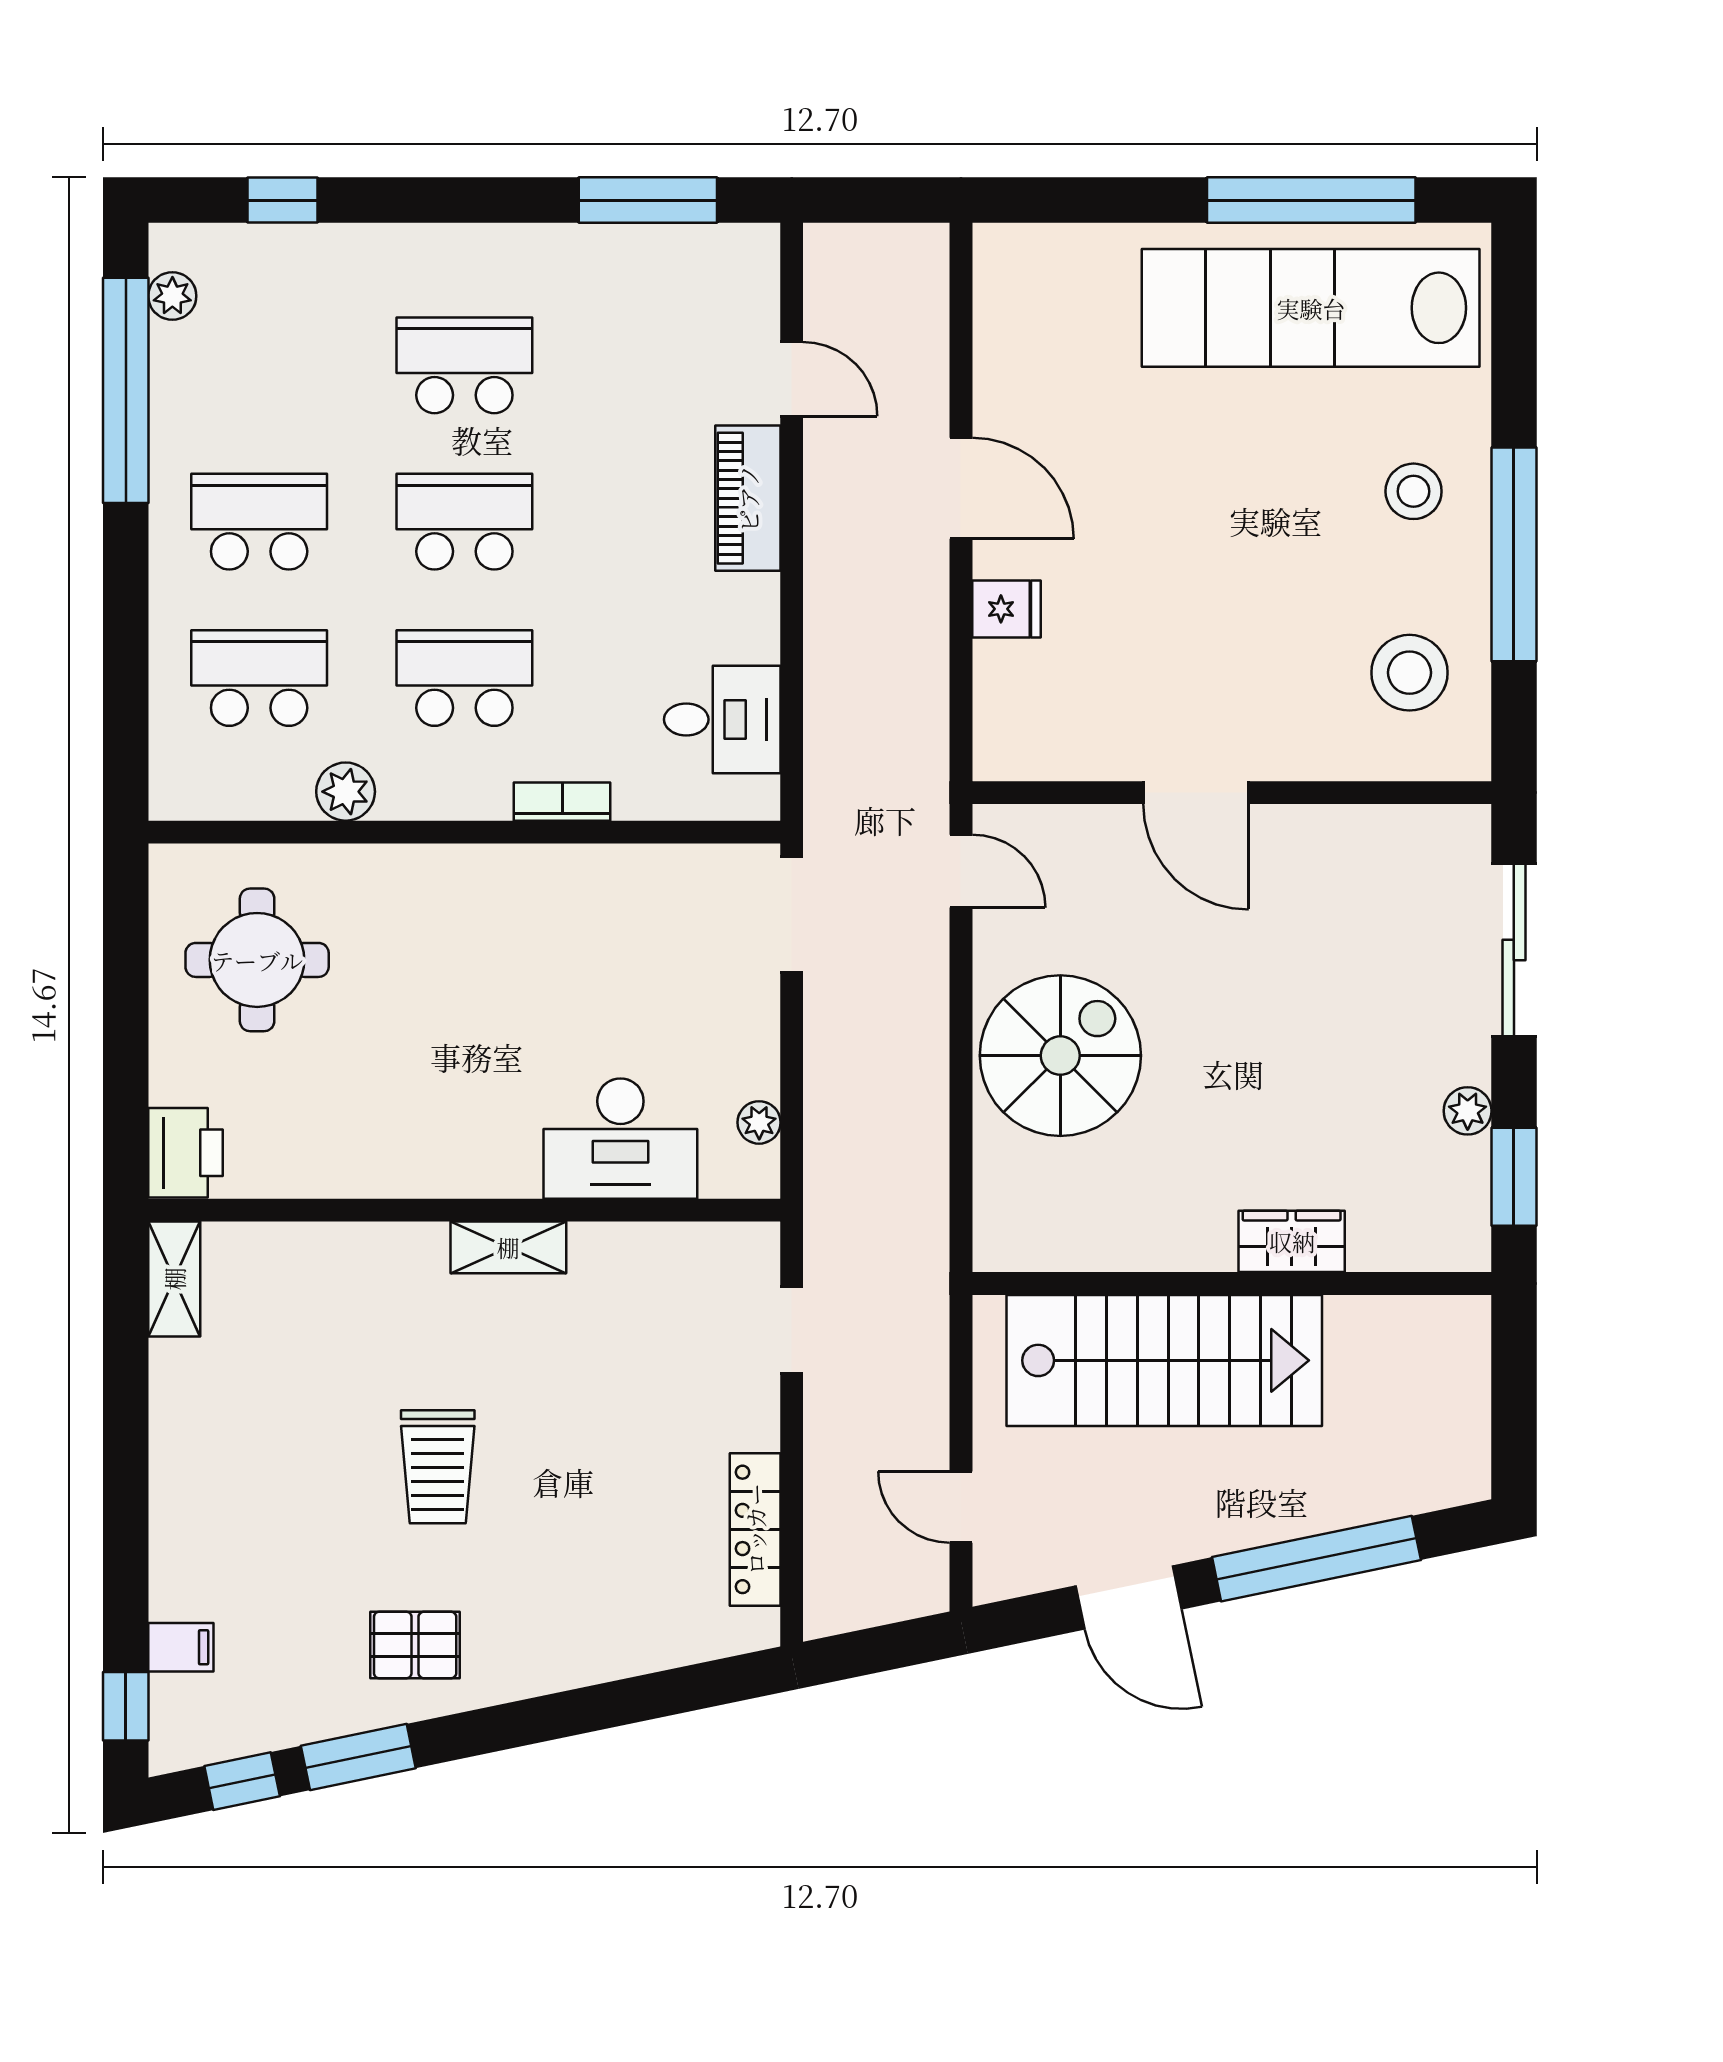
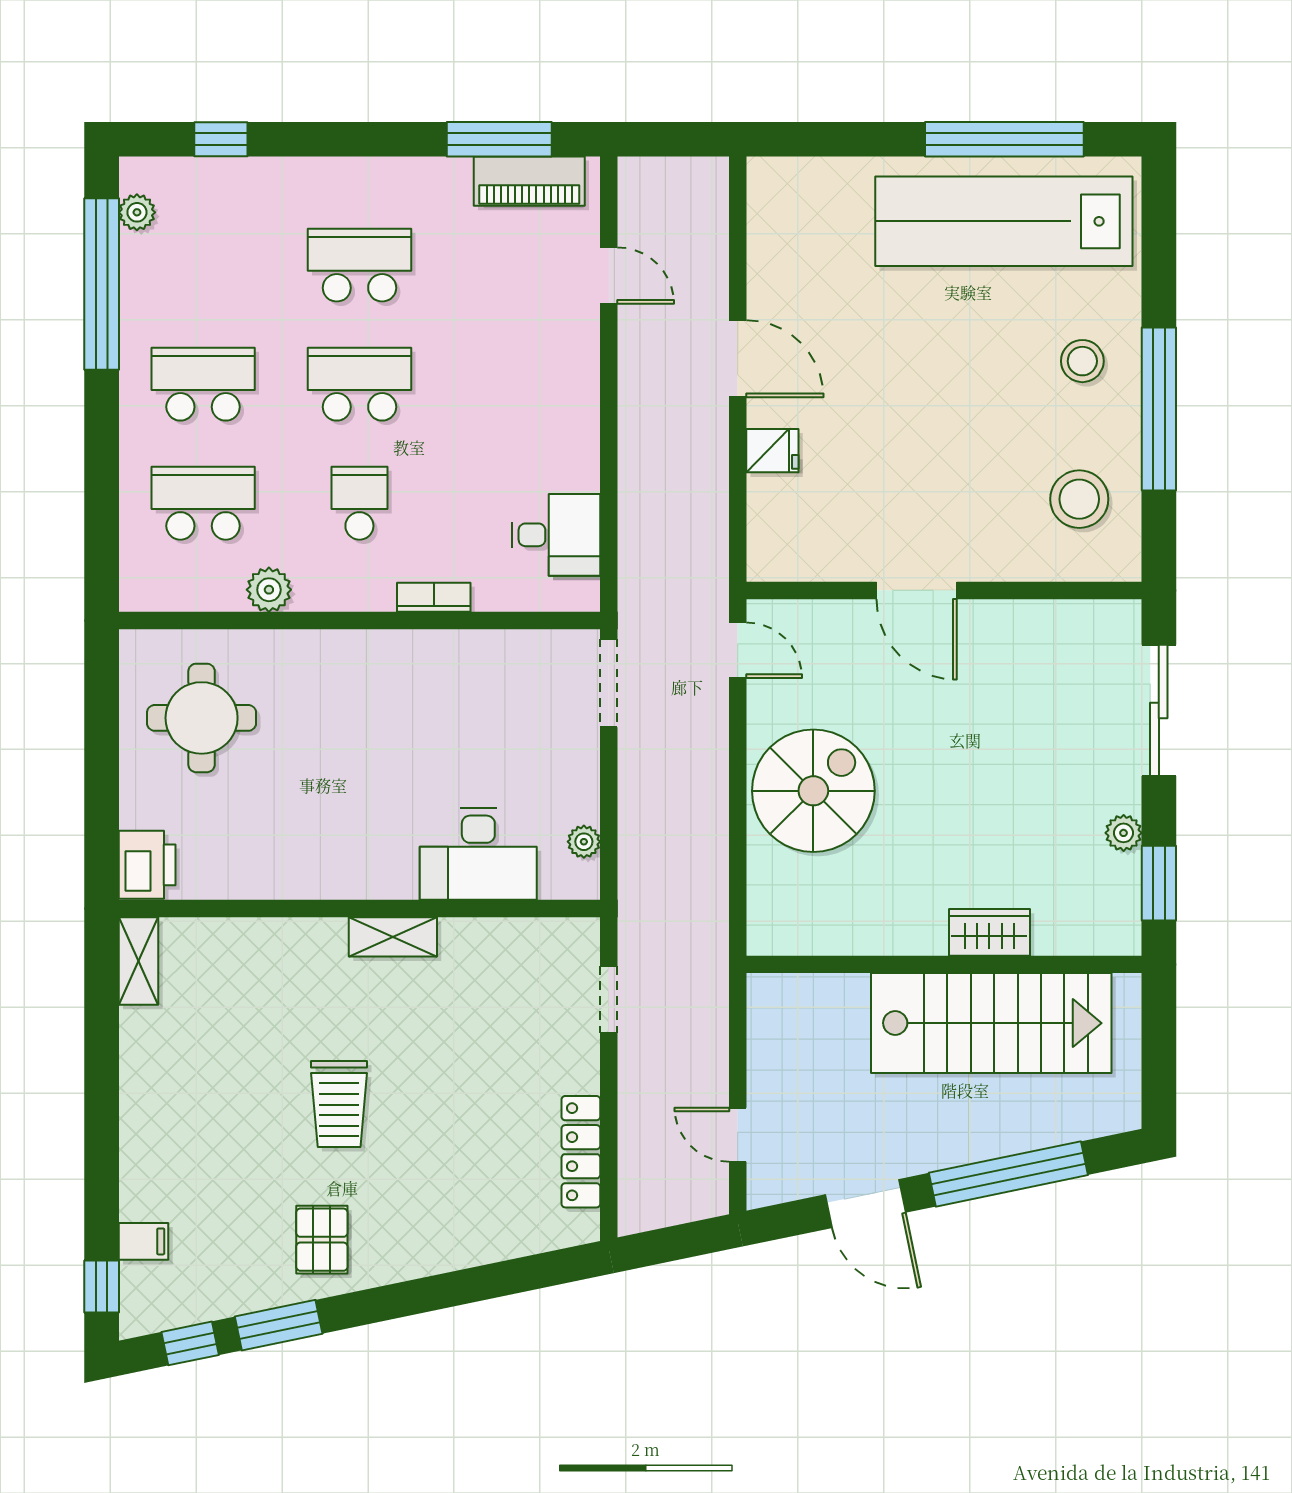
piano: (748, 498) -> (529, 181), moved, turned -90
school desk: (464, 678) -> (359, 503), width x0.54
stairs: (1164, 1360) -> (991, 1023), moved
pallet: (415, 1645) -> (322, 1240), turned 90

